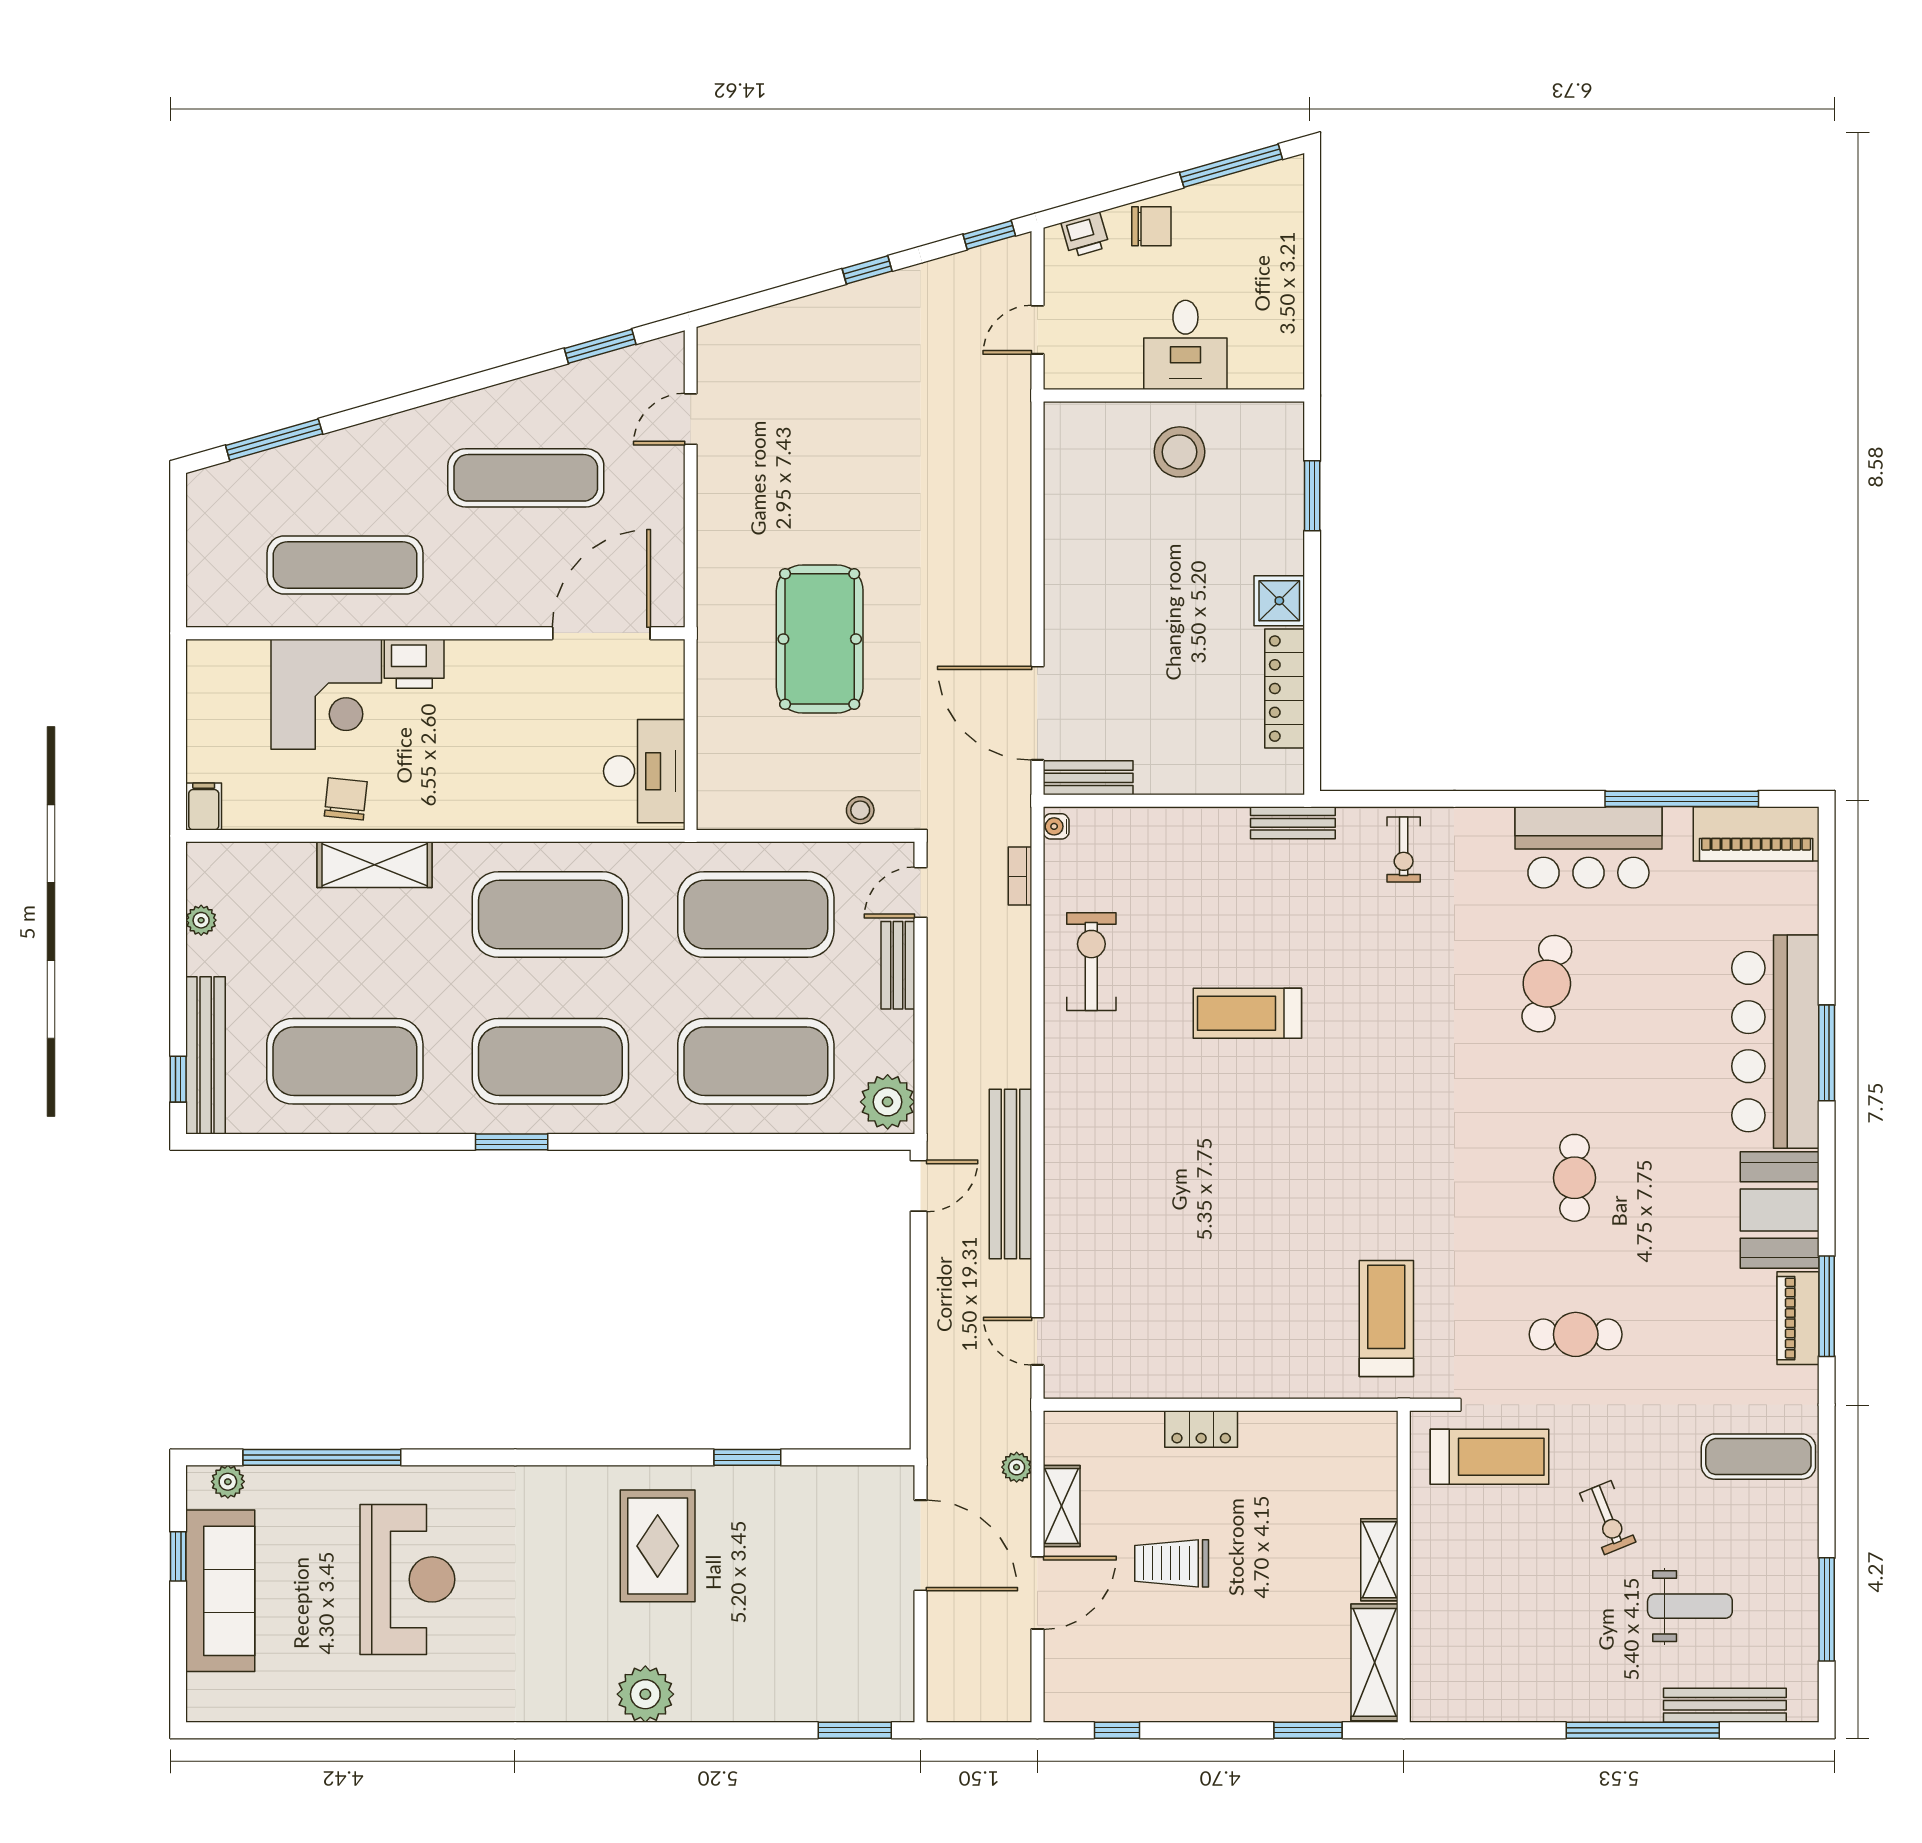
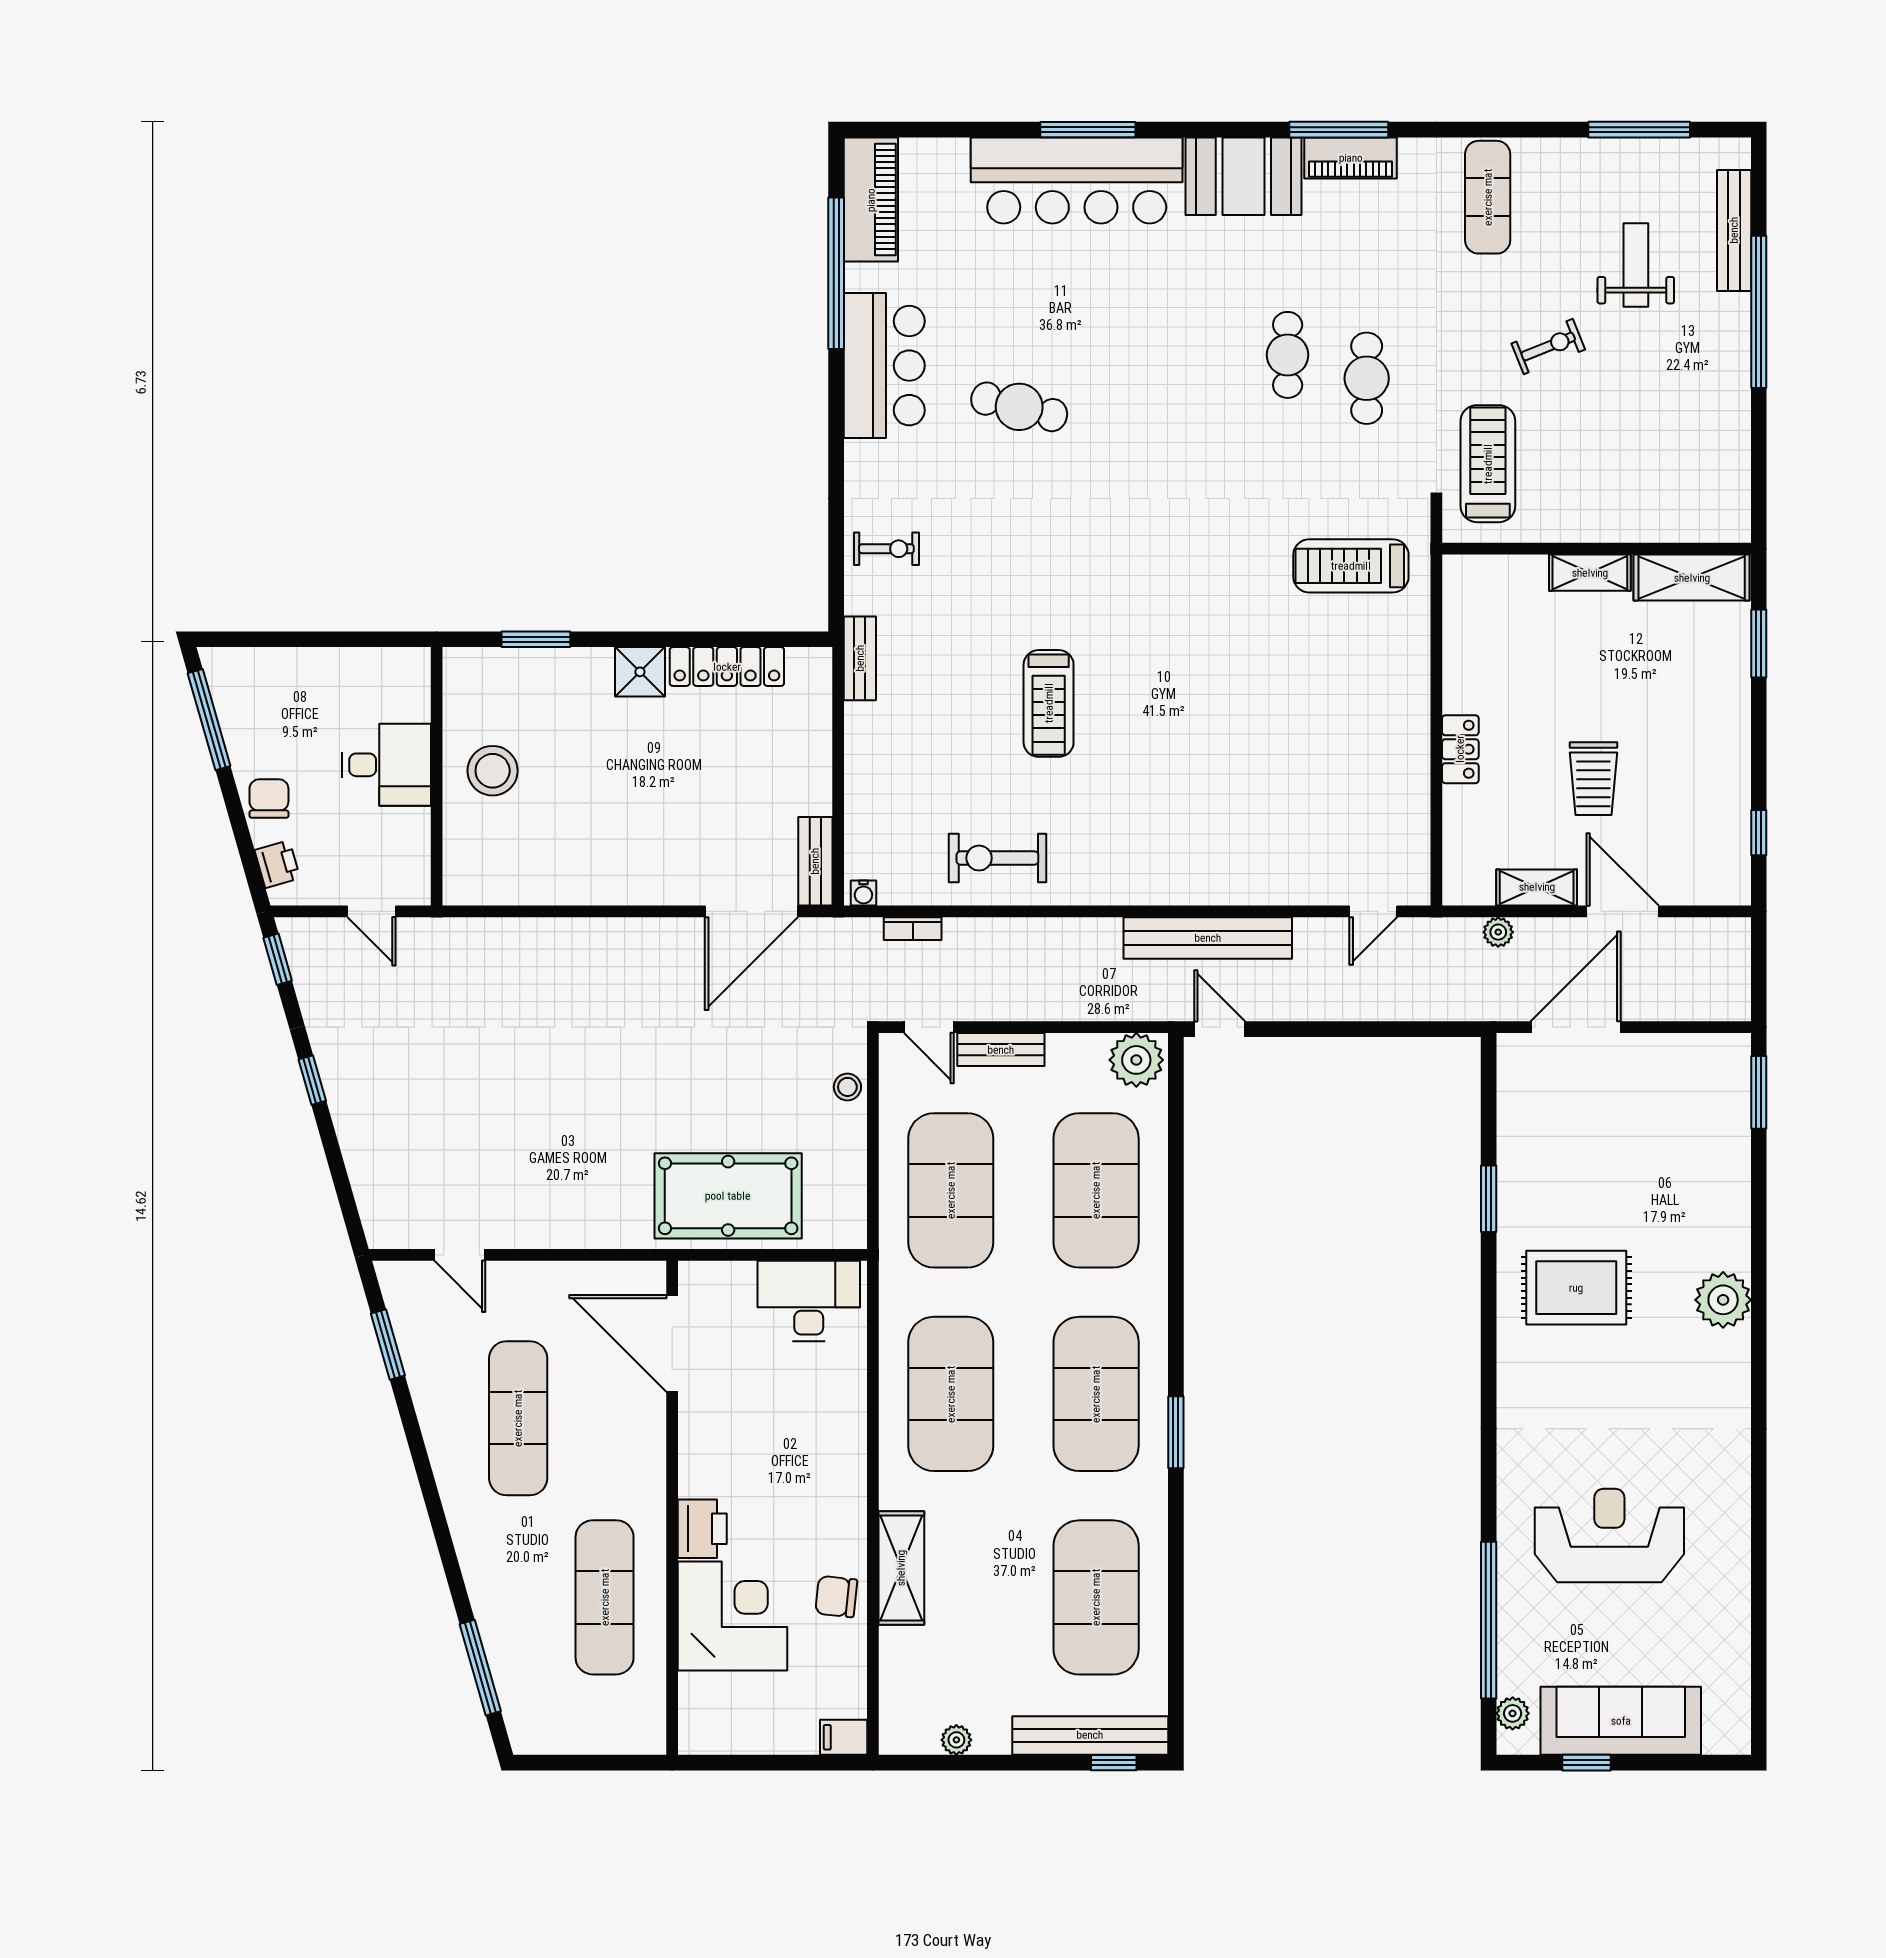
pool table: (820, 639) -> (728, 1196), moved
cafe table: (1574, 1178) -> (1288, 355), moved, turned 90

